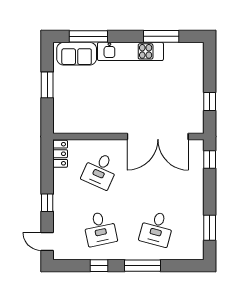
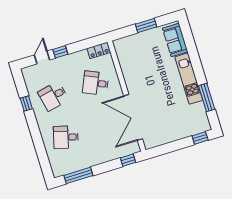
window: (88, 36) -> (190, 45), removed
window: (210, 101) -> (200, 138), moved
window: (210, 228) -> (78, 175), width x1.44
door: (47, 242) -> (42, 57), moved
window: (143, 266) -> (36, 135), removed

